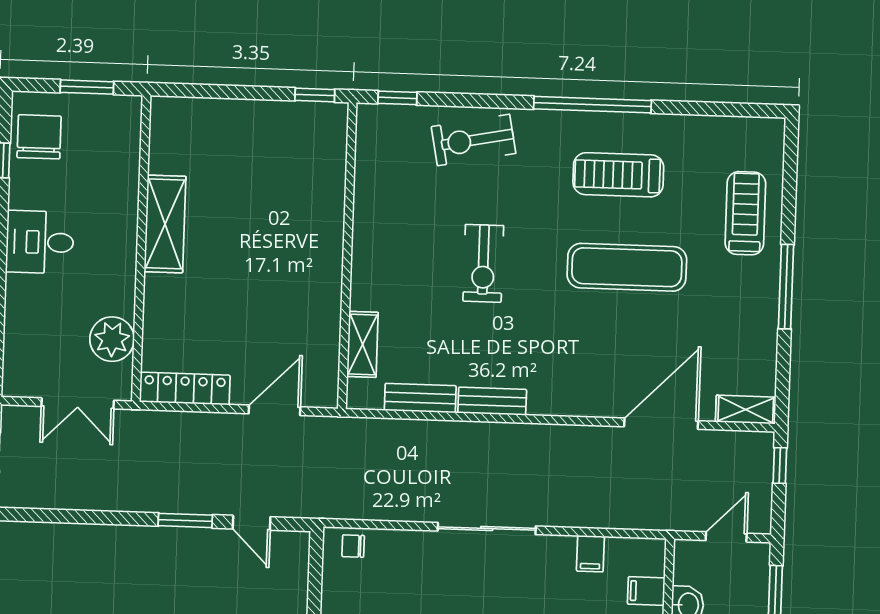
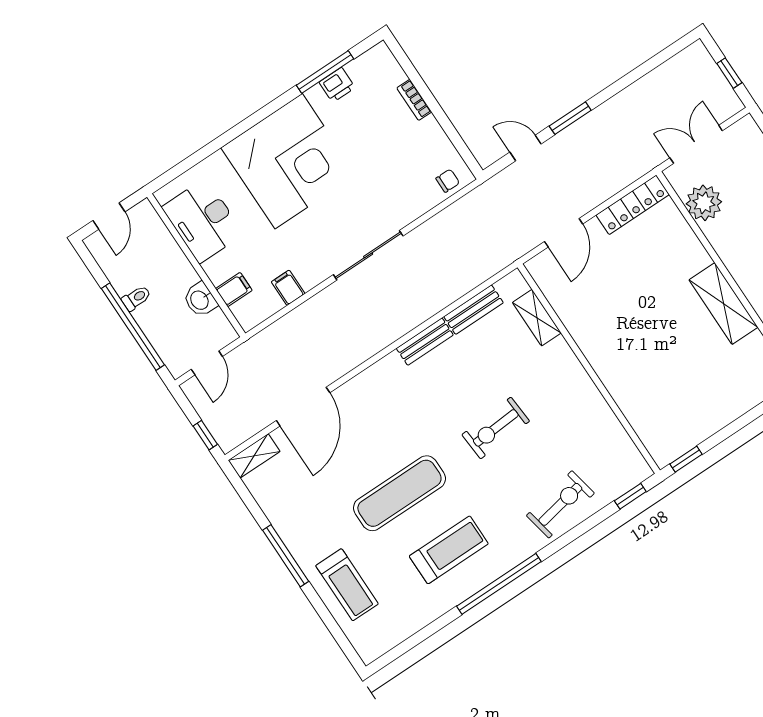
exercise bike: (483, 263) -> (496, 428), turned -94

